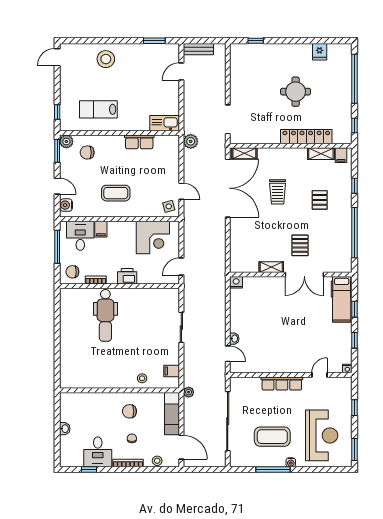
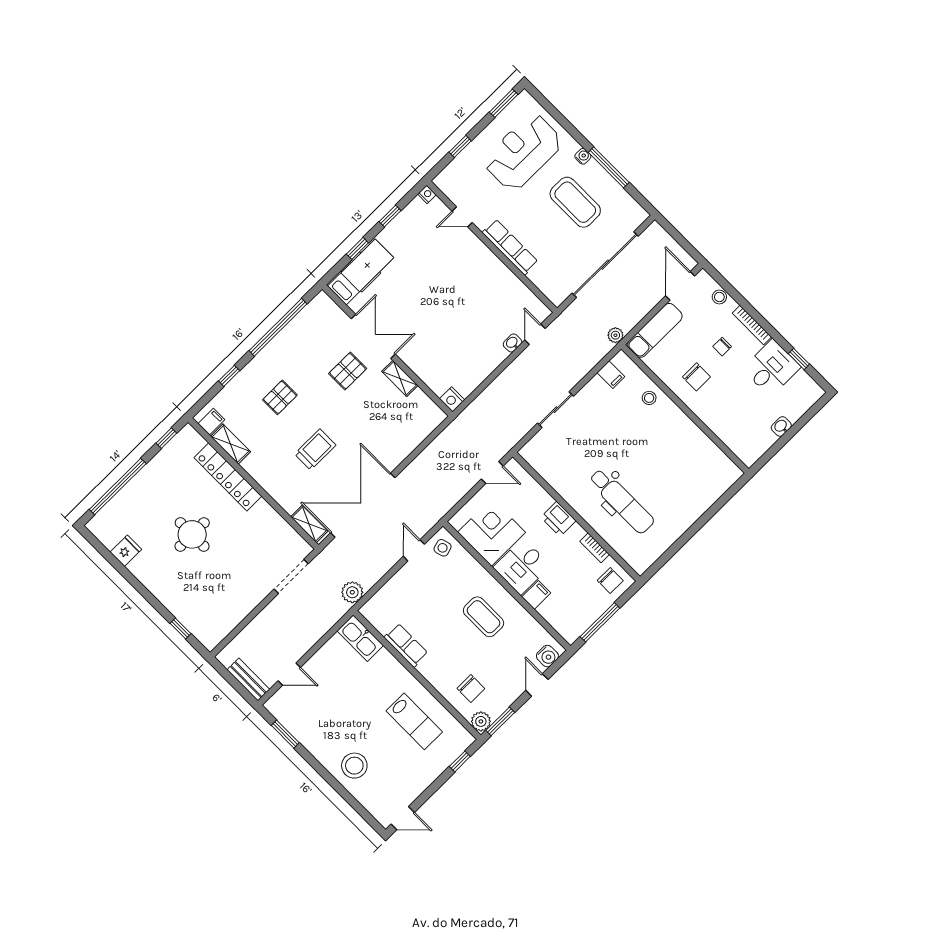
desk: (80, 236) -> (522, 566), moved
dental chair: (105, 315) -> (622, 501), turned 90

